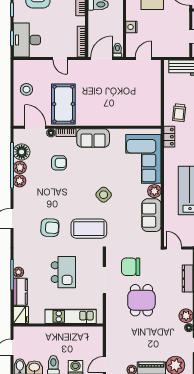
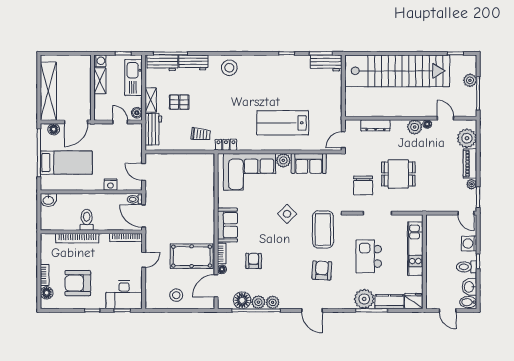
plant: (18, 272) -> (364, 299), width x1.87, depth x1.87
kitchen island: (63, 272) -> (369, 256), turned -90

